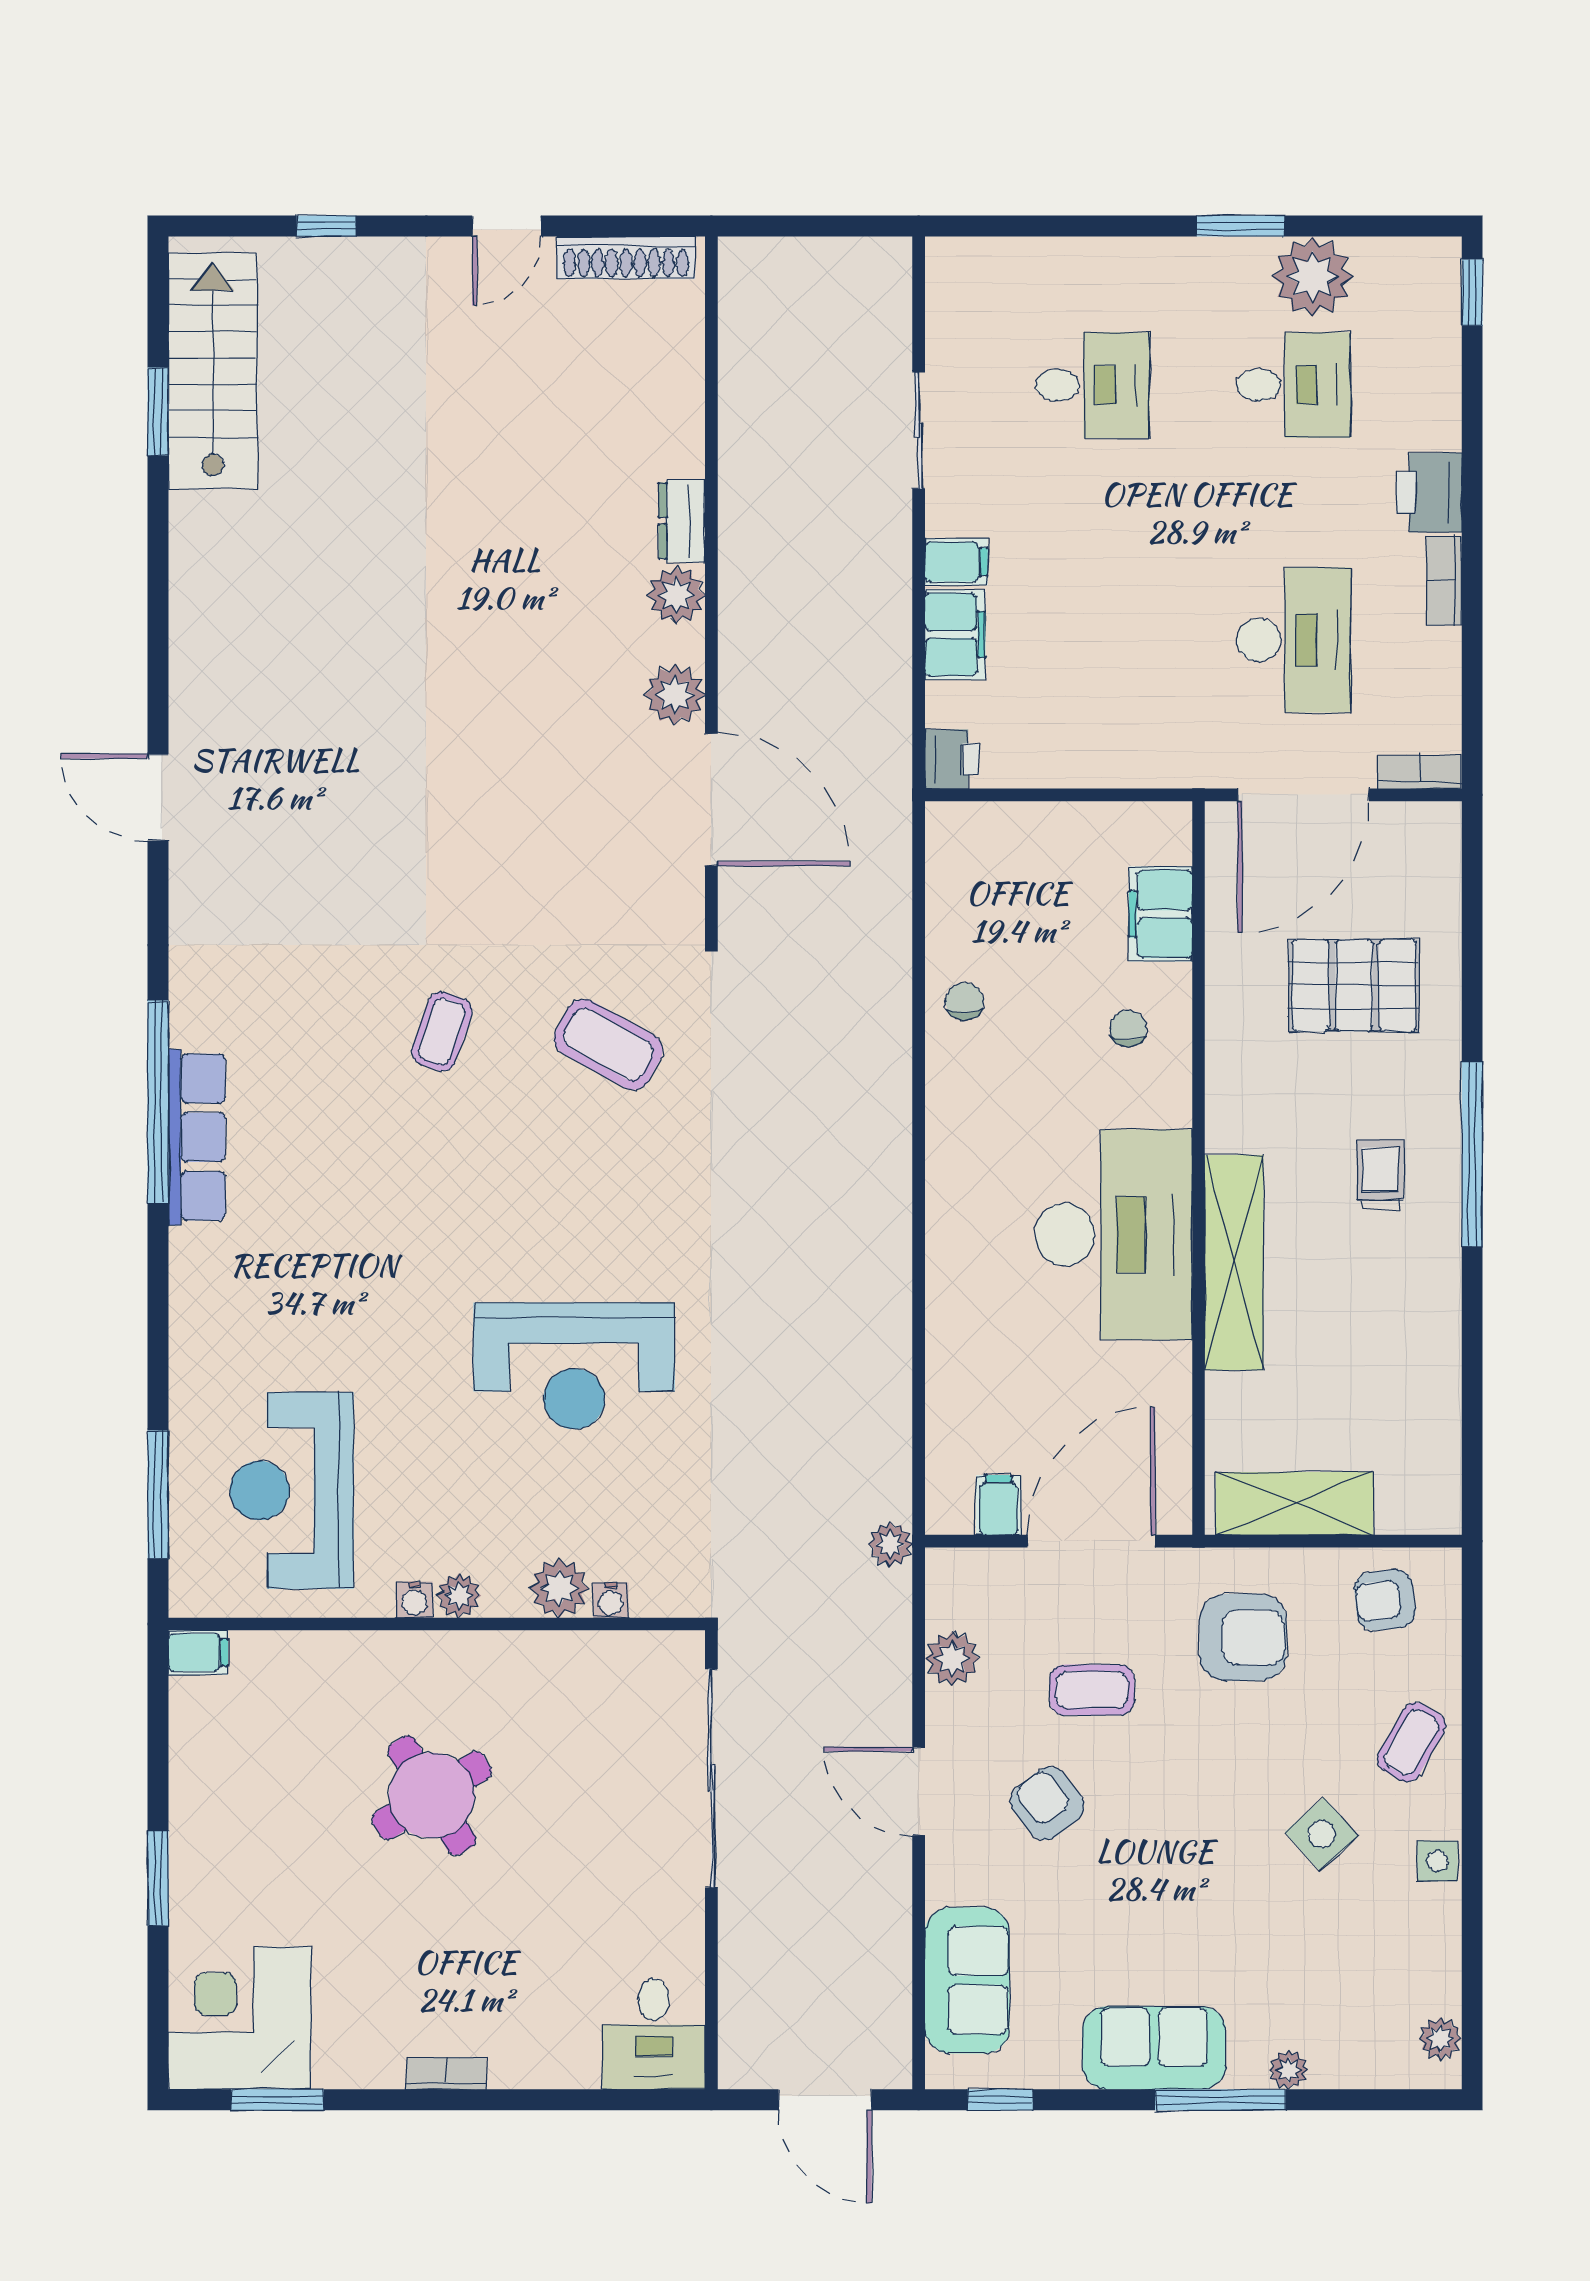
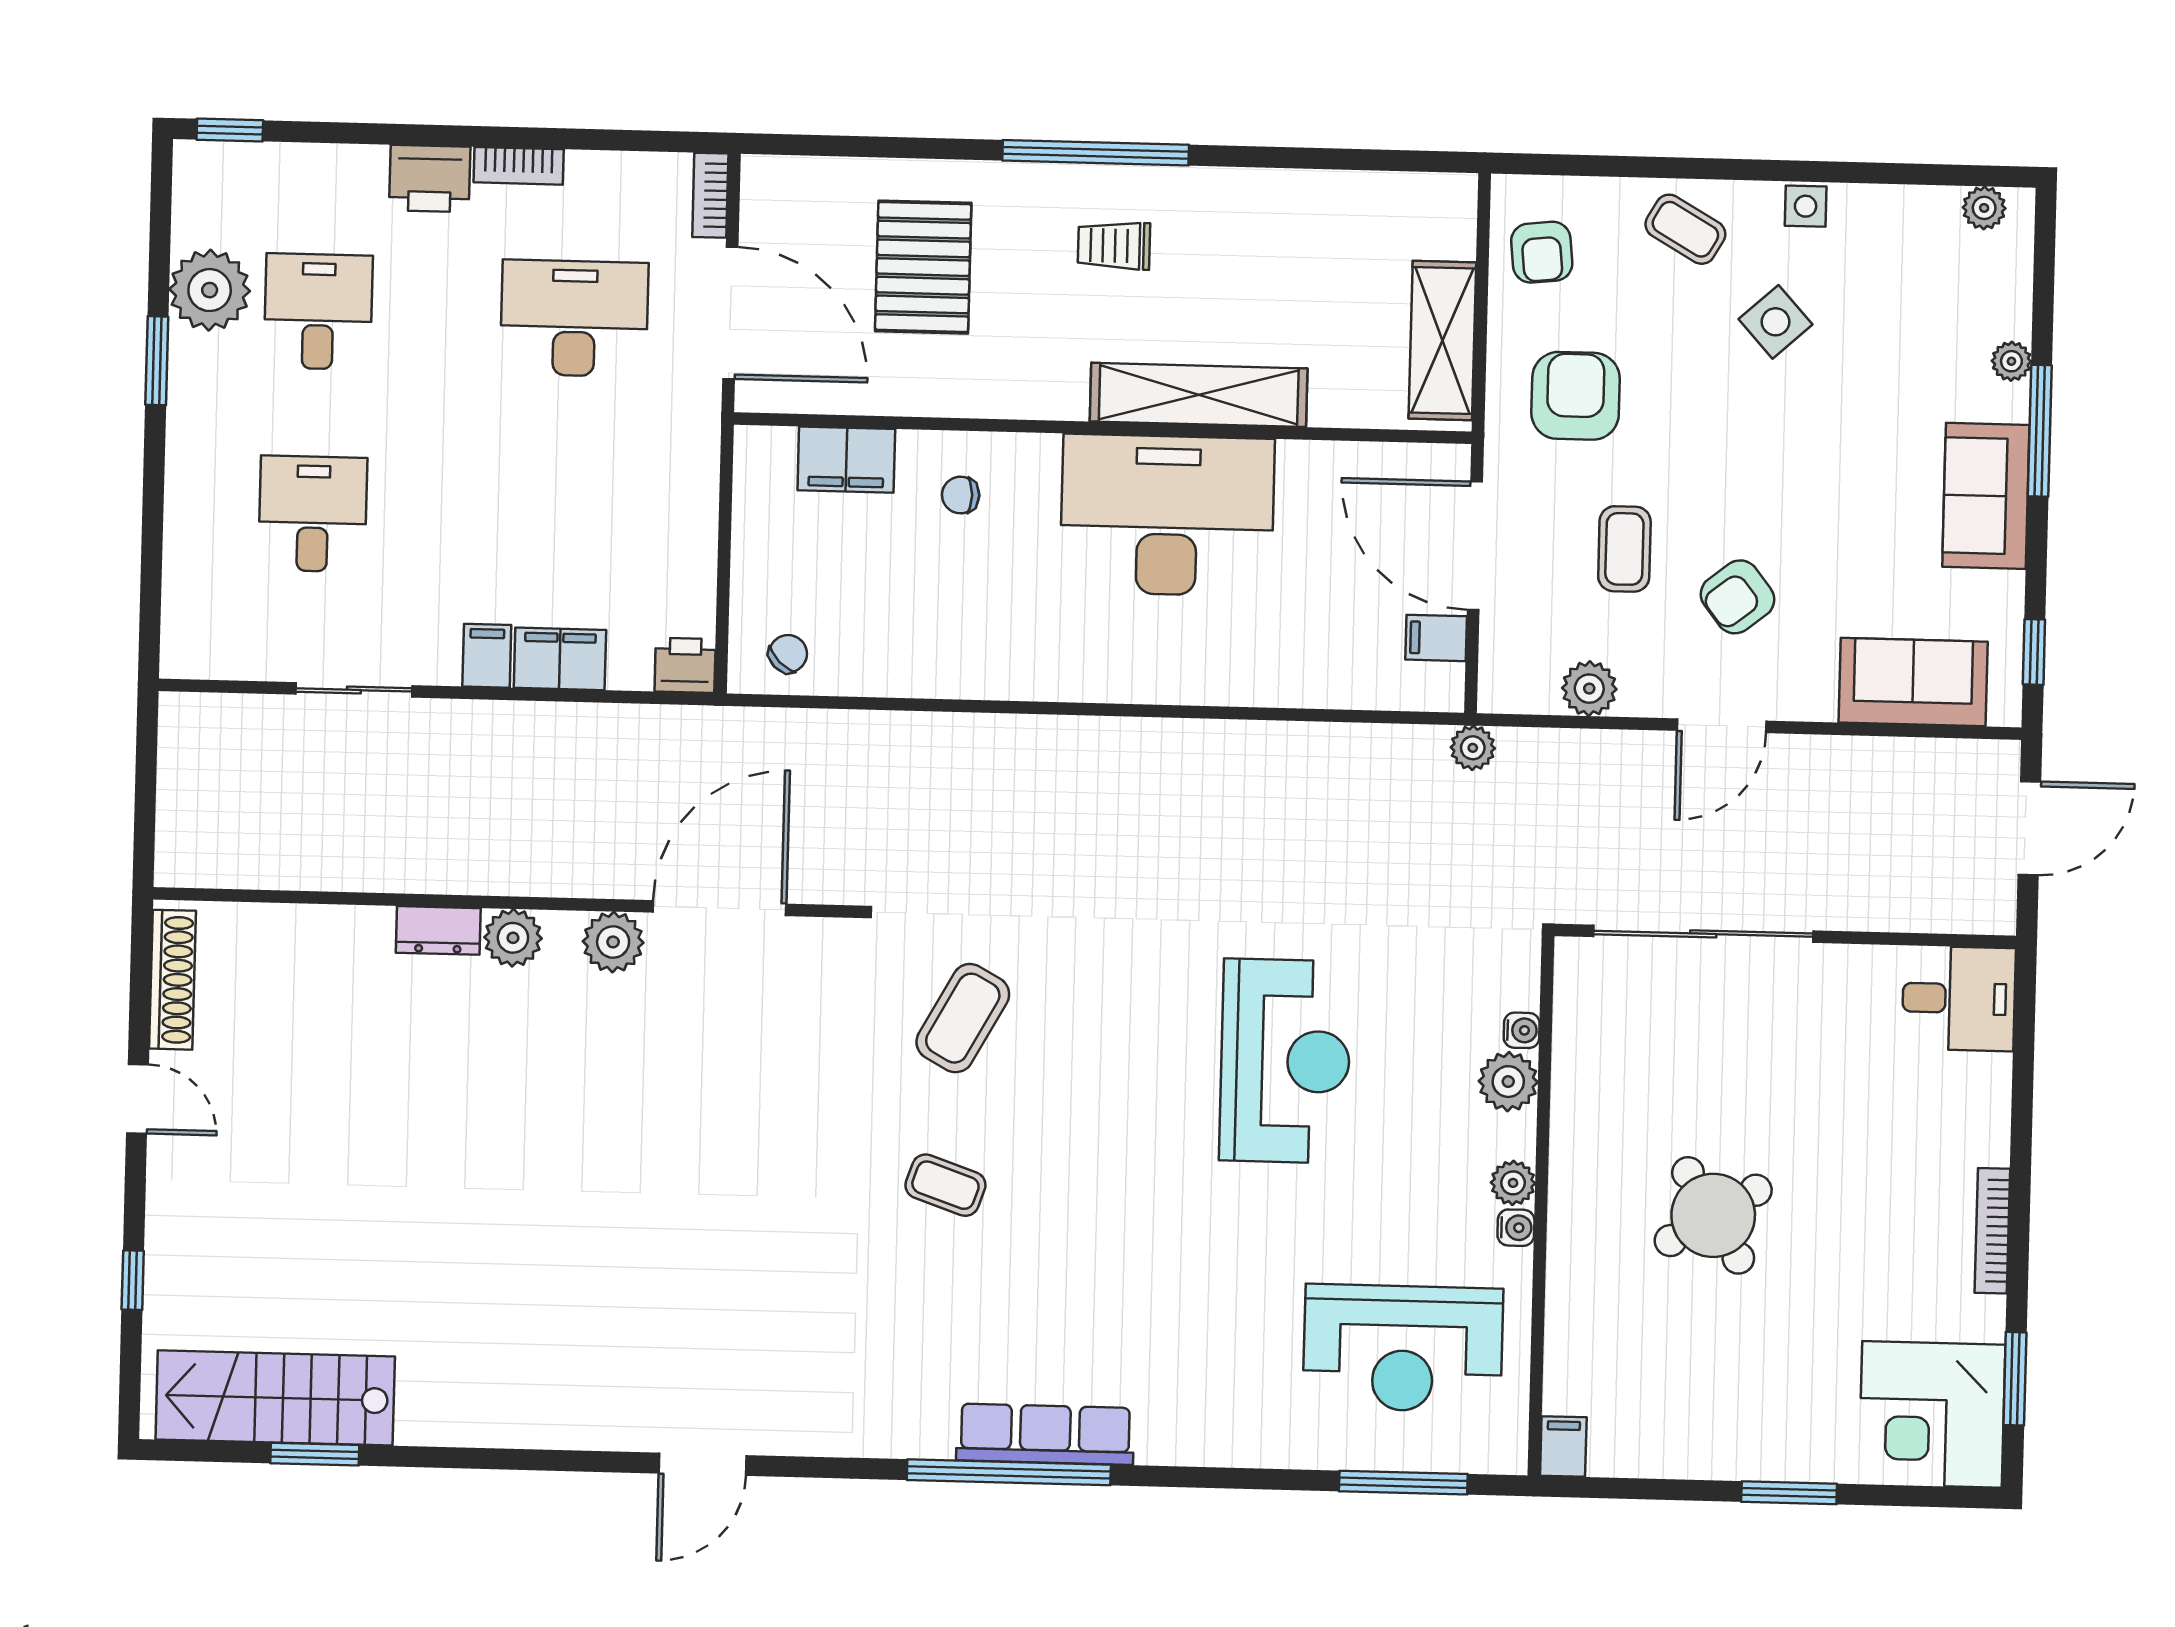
chair: (965, 1001) -> (788, 654), moved, turned 134
bookcase: (446, 2073) -> (1992, 1231), width x1.56

